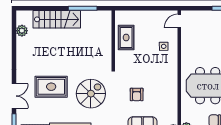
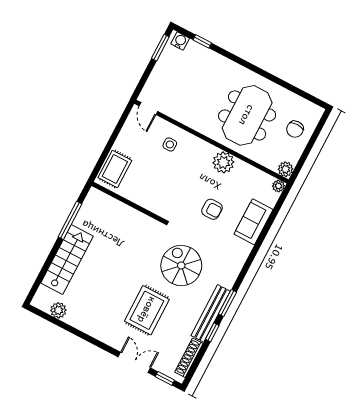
rug: (126, 38) -> (115, 169), moved, turned 90
plant: (170, 86) -> (223, 162), added

